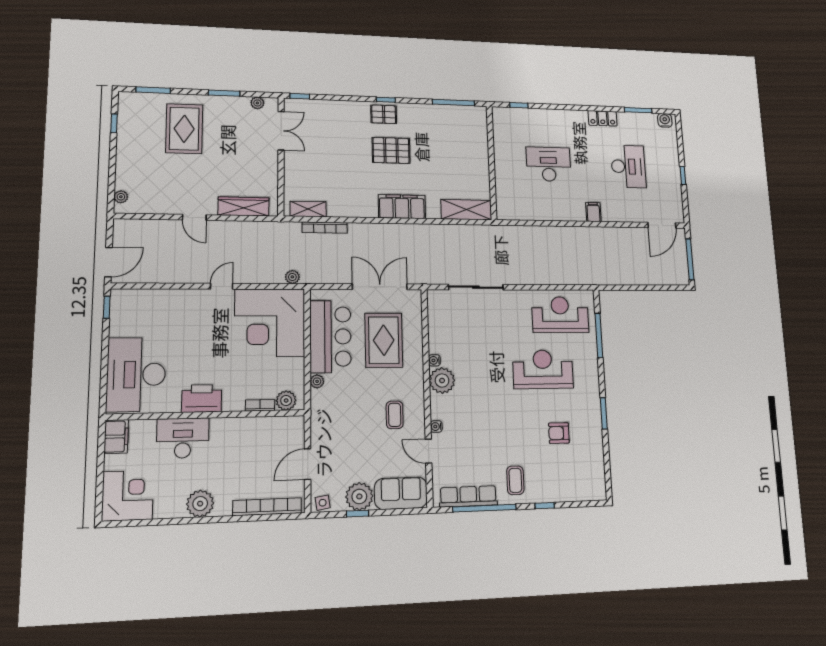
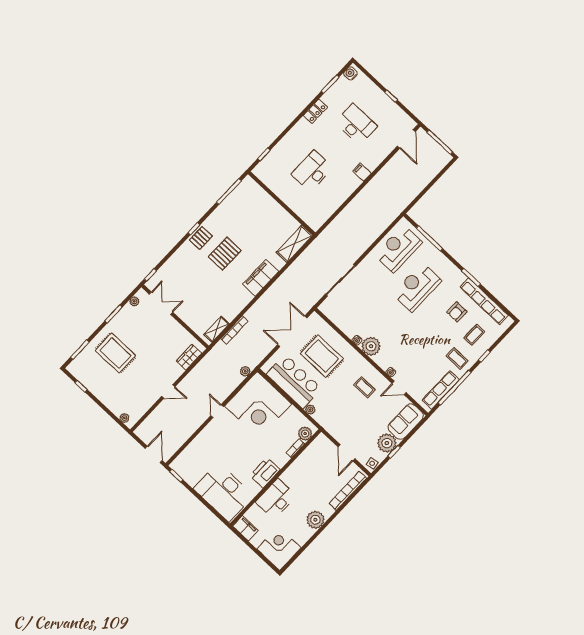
wardrobe: (244, 206) -> (189, 357), width x0.67
row of seats: (595, 450) -> (484, 301), added
coffee table: (555, 474) -> (474, 335), added

